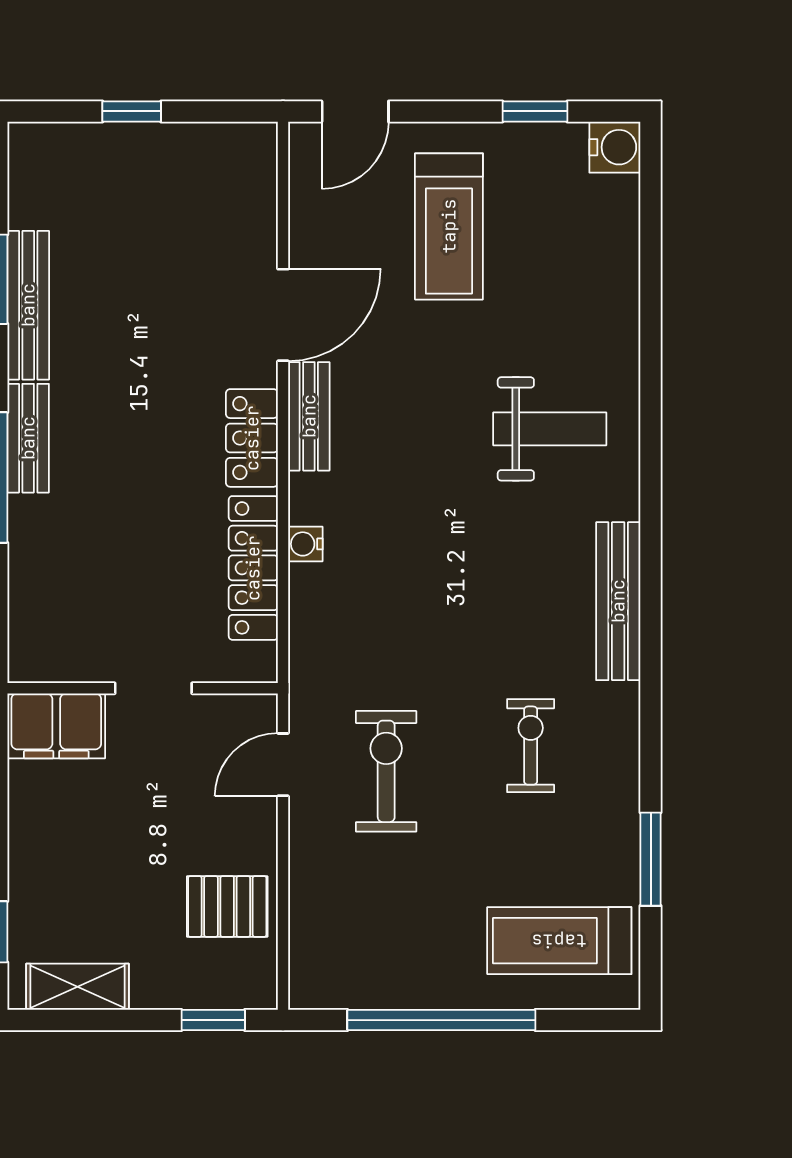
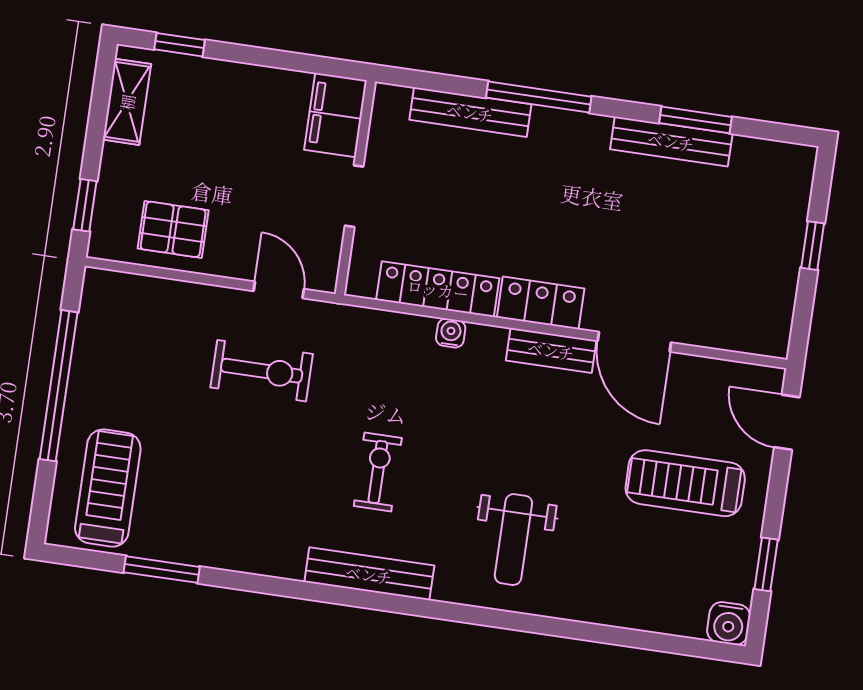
bench: (28, 438) -> (470, 112), moved, width x1.36
exercise bike: (531, 746) -> (378, 472), moved, turned -90
pallet: (227, 906) -> (173, 229), turned 90

